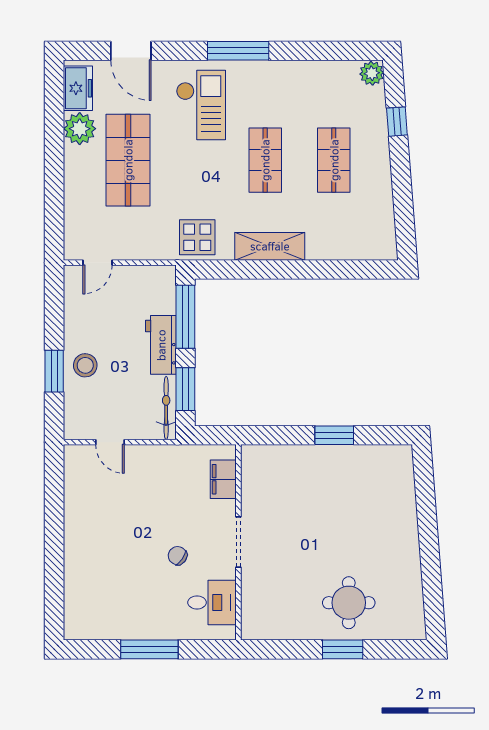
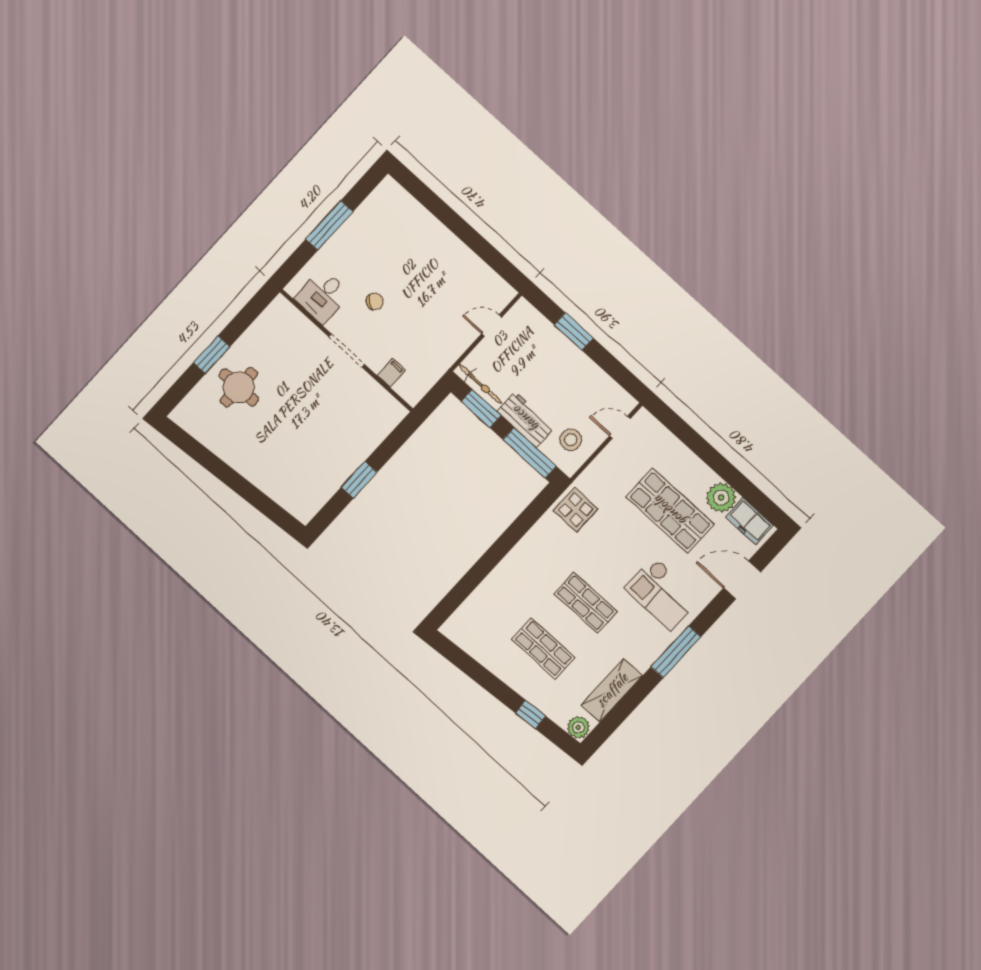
shelving: (270, 246) -> (612, 690), moved
door: (97, 263) -> (620, 427), hinge flipped
stool: (85, 365) -> (571, 440), moved
filing cabinet: (223, 479) -> (391, 373), width x0.50

